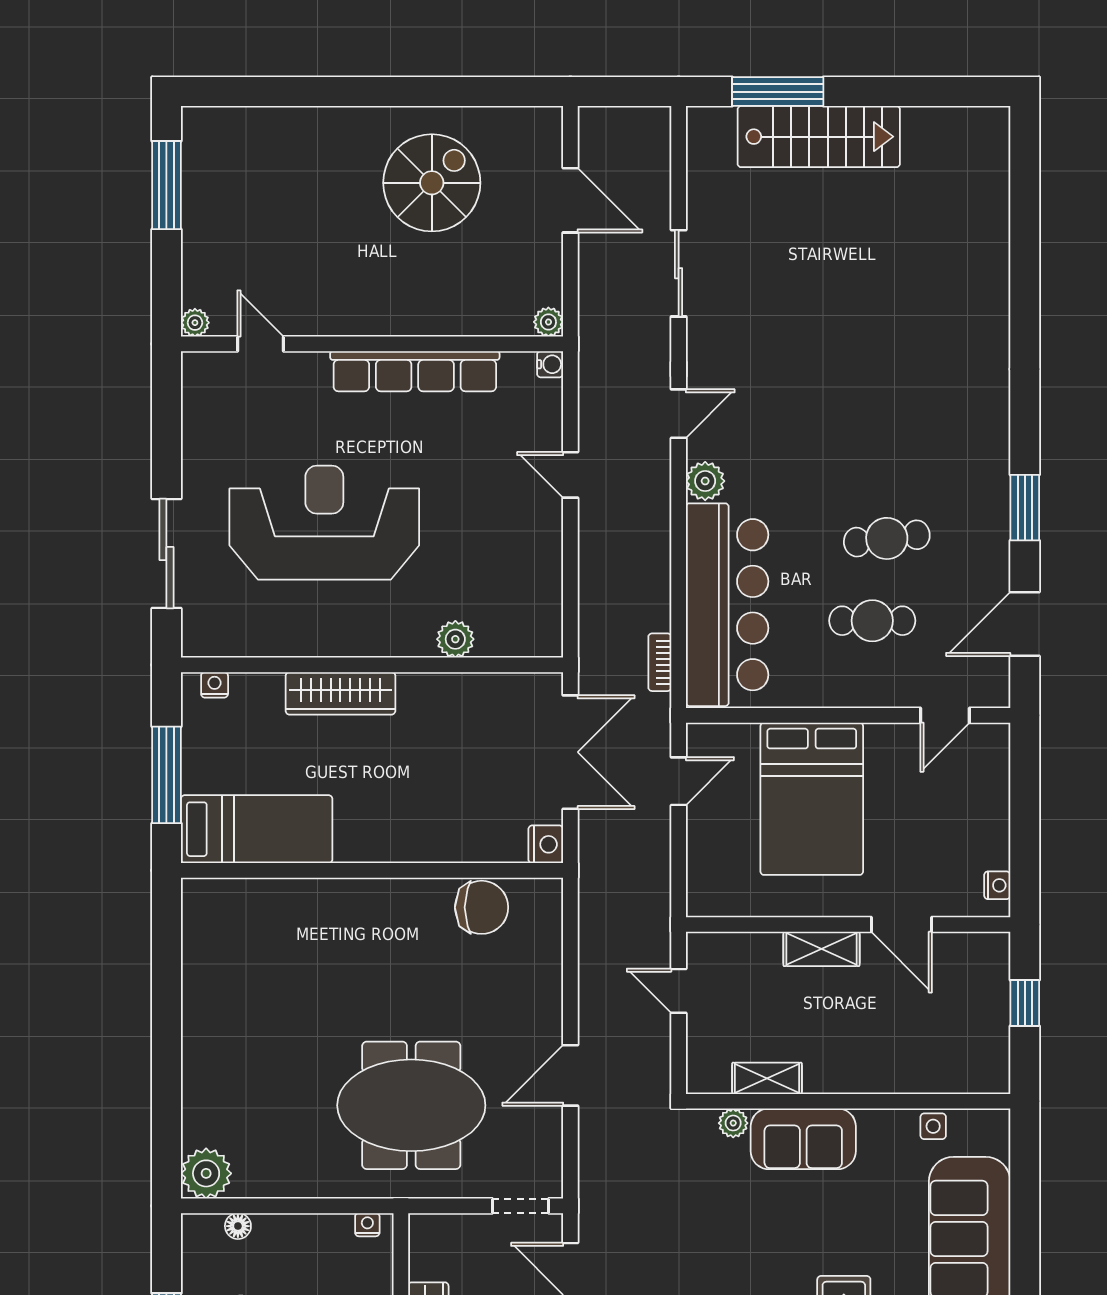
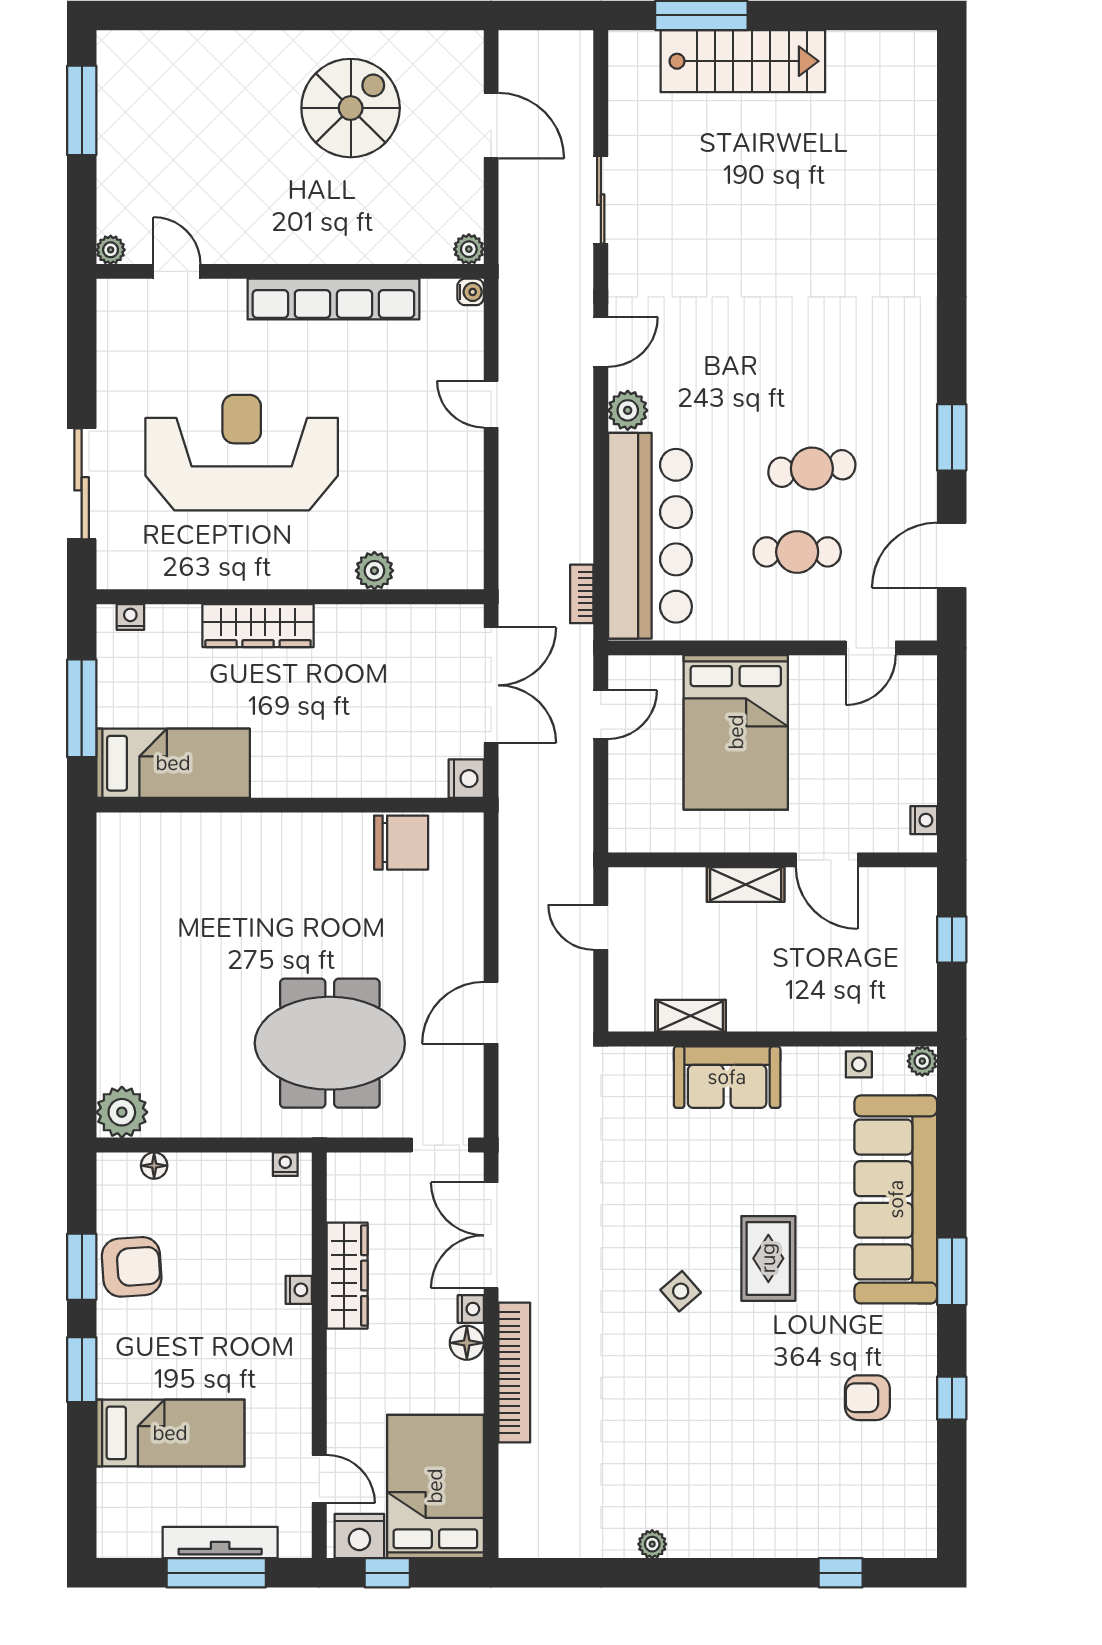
plant: (733, 1123) -> (922, 1061), moved

